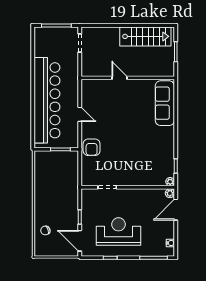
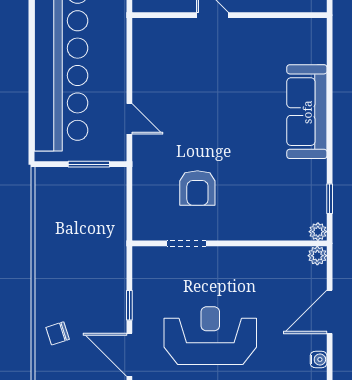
sofa: (165, 103) -> (307, 112), moved
door: (80, 114) -> (129, 119), moved
armchair: (92, 147) -> (197, 188), moved
door: (176, 210) -> (330, 312), moved

